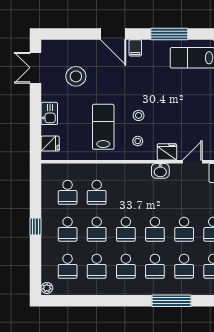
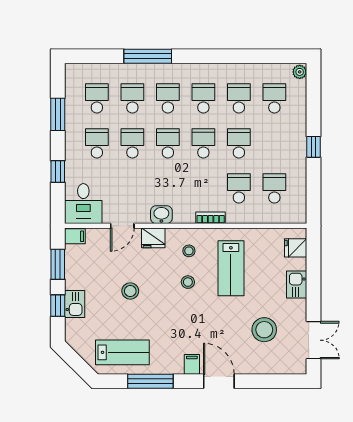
stool: (186, 108) -> (130, 291), added
bookcase: (120, 168) -> (211, 218), added
school desk: (68, 229) -> (274, 143), removed

